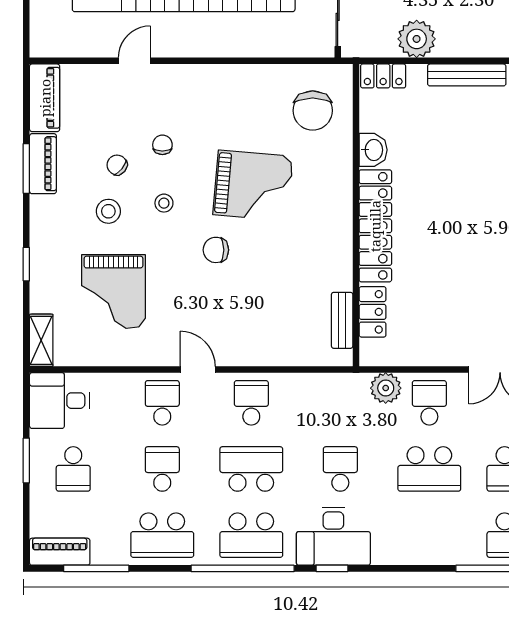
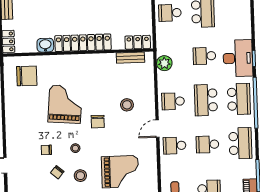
stool: (247, 310) -> (127, 105), added
locker: (373, 312) -> (138, 42), moved
plant: (386, 388) -> (164, 63), moved

